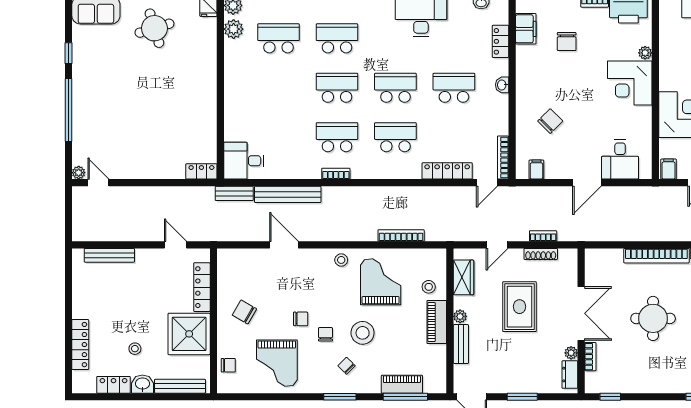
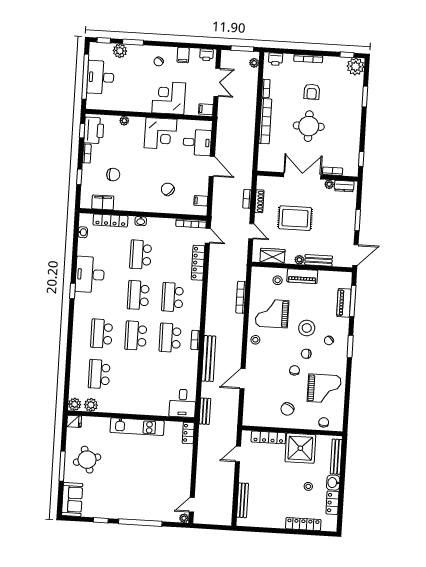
locker: (500, 41) -> (110, 220), width x1.53
corner desk: (630, 83) -> (161, 134), moved
kitchen unit: (206, 97) -> (137, 427), added
bench: (288, 194) -> (209, 359), moved

